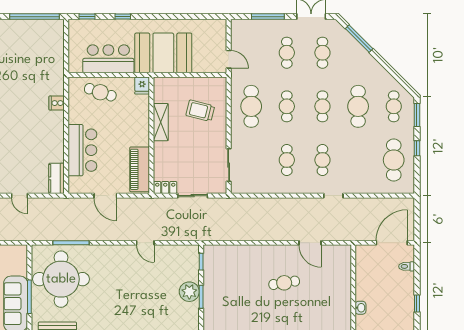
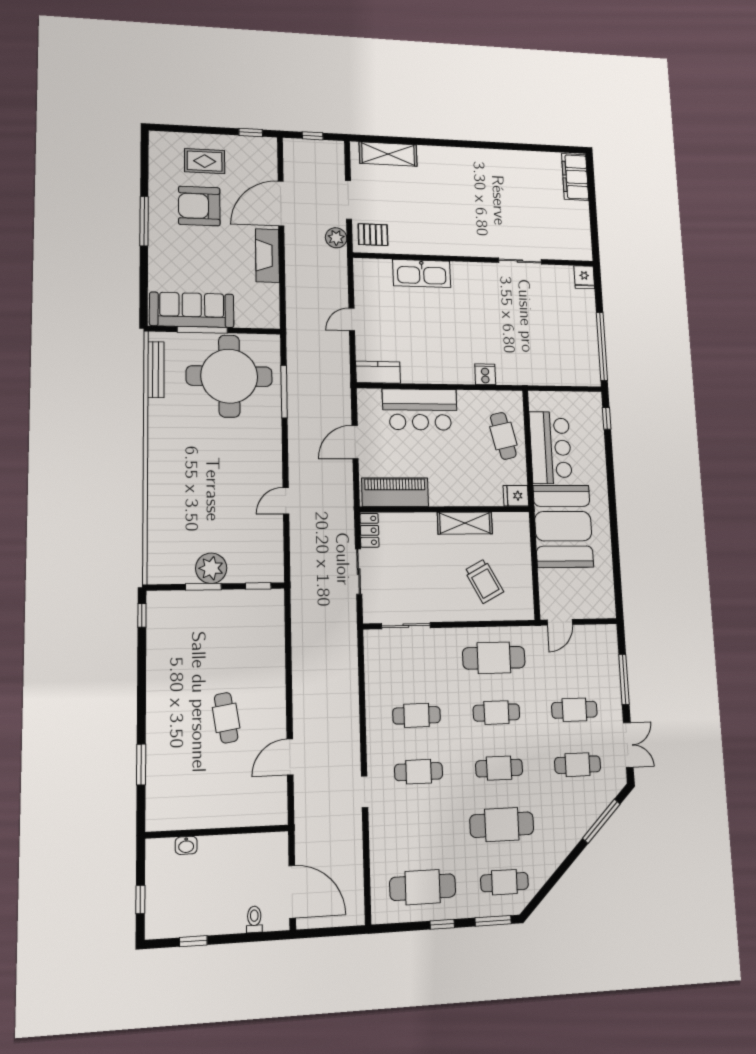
window: (123, 17) -> (610, 468), removed
cafe table: (100, 92) -> (503, 436), turned -31
trolley: (200, 111) -> (484, 581), turned 138

